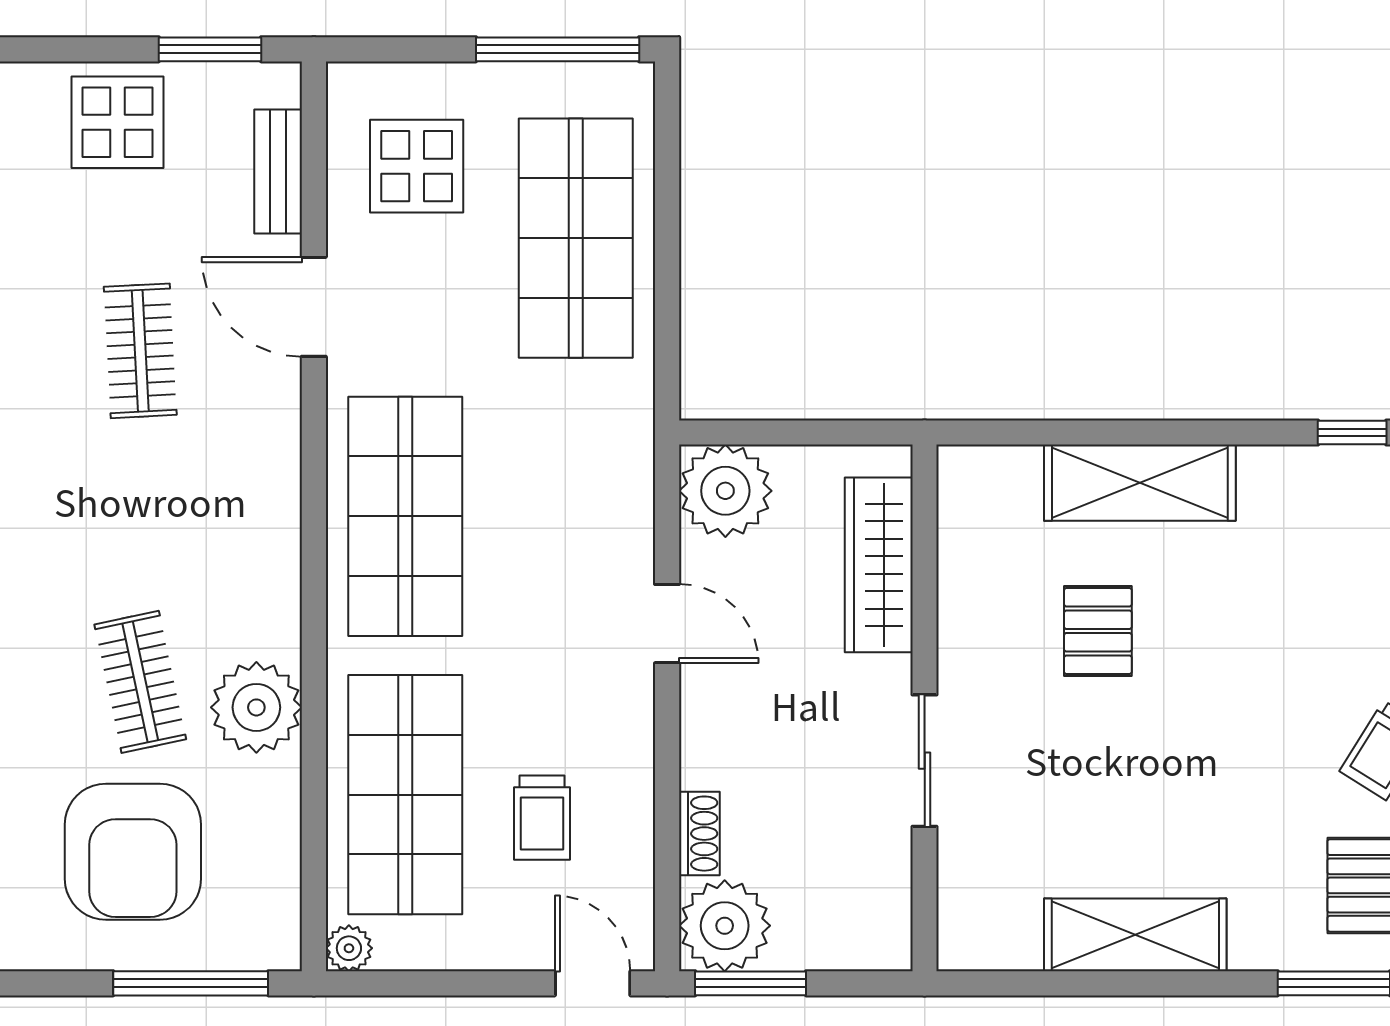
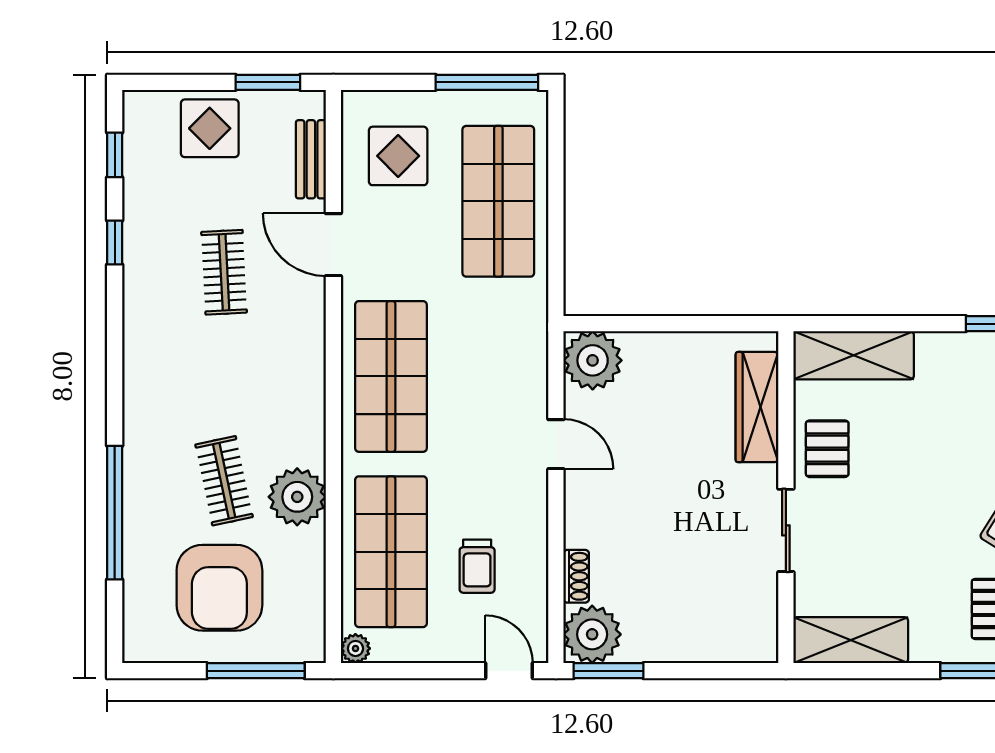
wardrobe: (879, 565) -> (757, 407), moved
wall: (925, 708) -> (786, 497), moved
sliding door: (925, 761) -> (786, 530), moved

